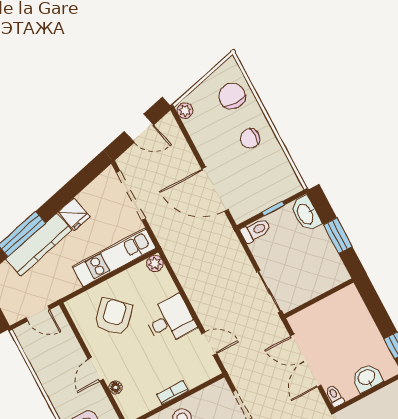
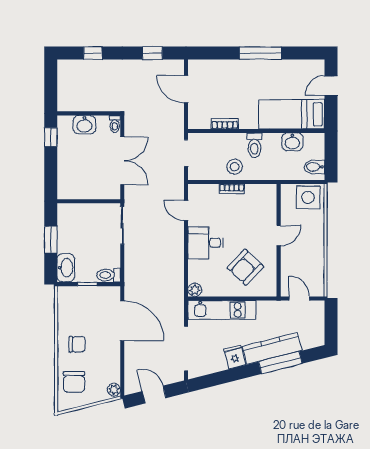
floor lamp: (115, 387) -> (271, 215), removed

